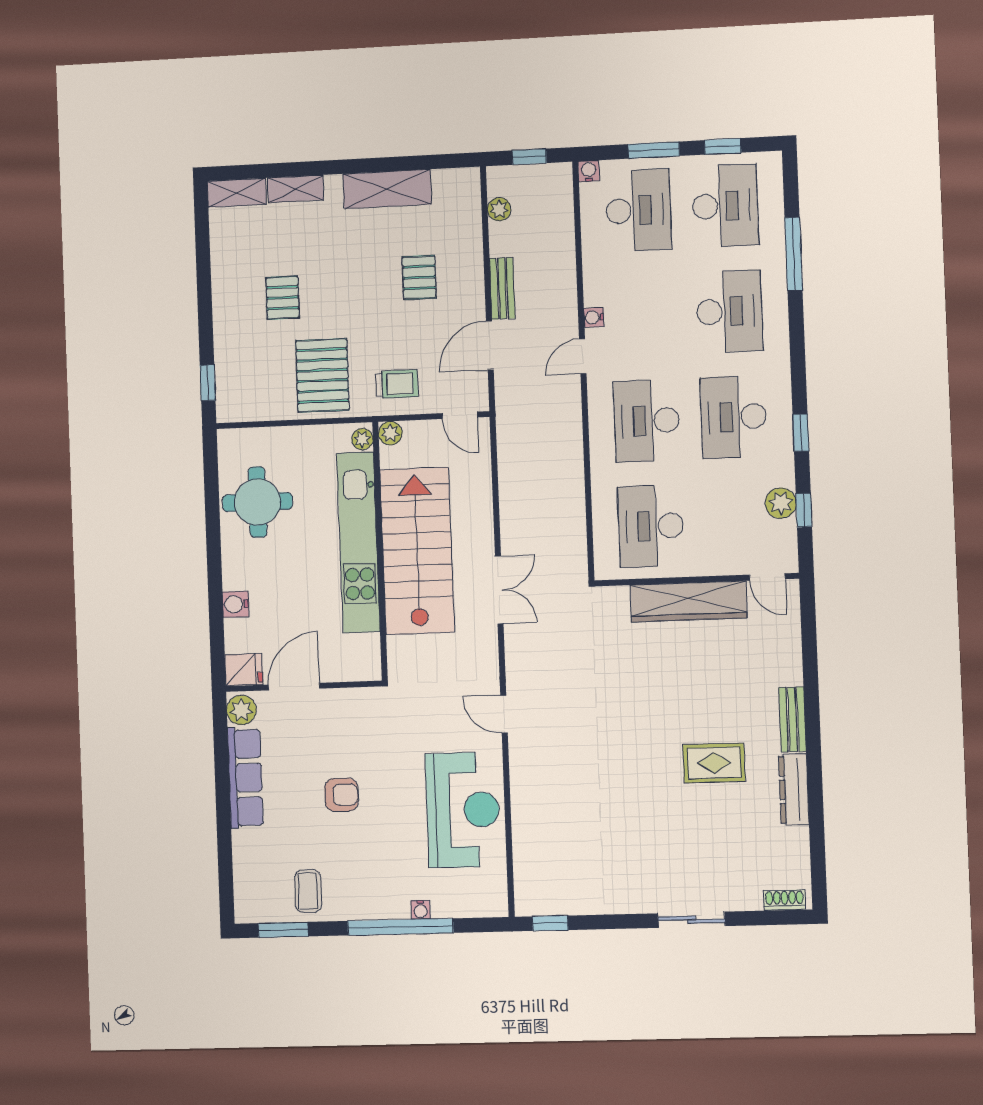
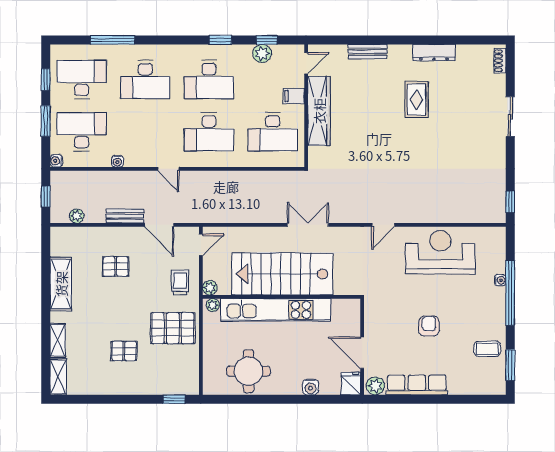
desk: (729, 311) -> (145, 80), turned 180
water cooler: (594, 317) -> (117, 161), moved
filing cabinet: (711, 559) -> (294, 96), added
bench: (792, 719) -> (368, 52), moved

